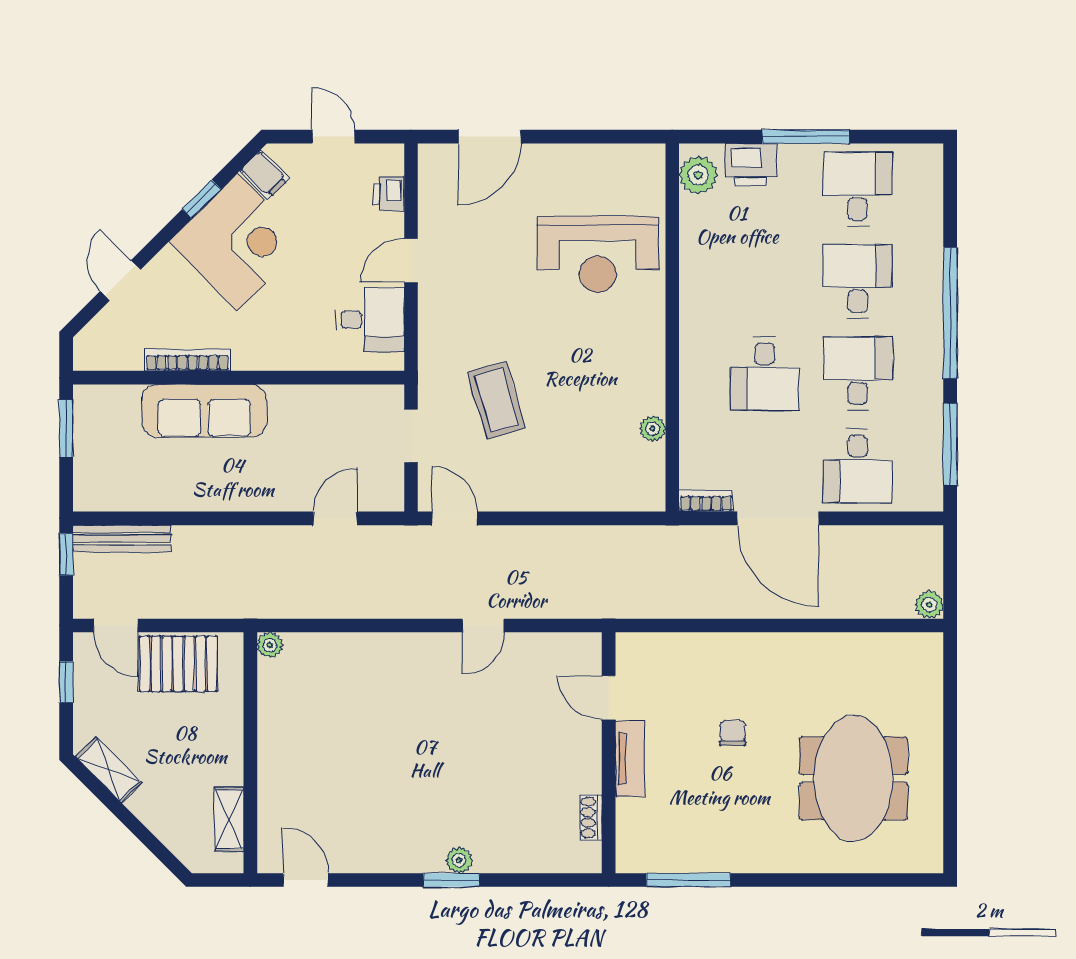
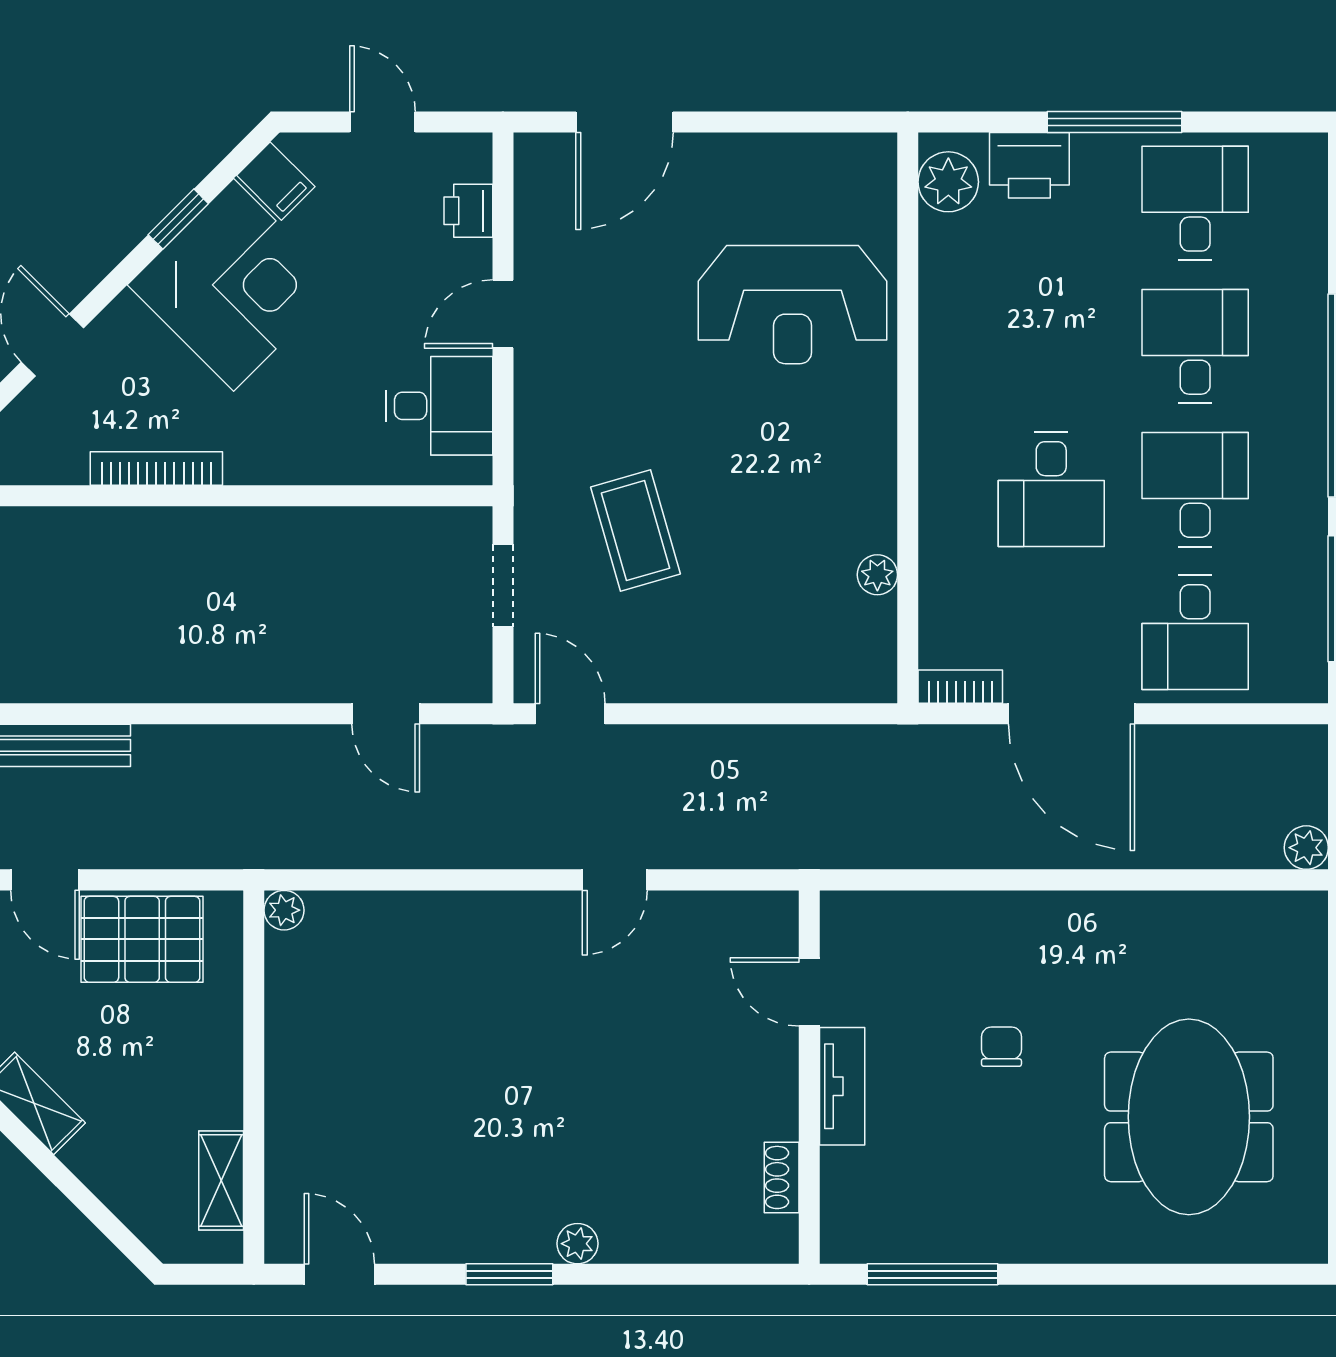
sofa: (204, 411) -> (182, 547), removed
door: (335, 518) -> (386, 714), swing flipped
window: (451, 880) -> (509, 1274), moved

